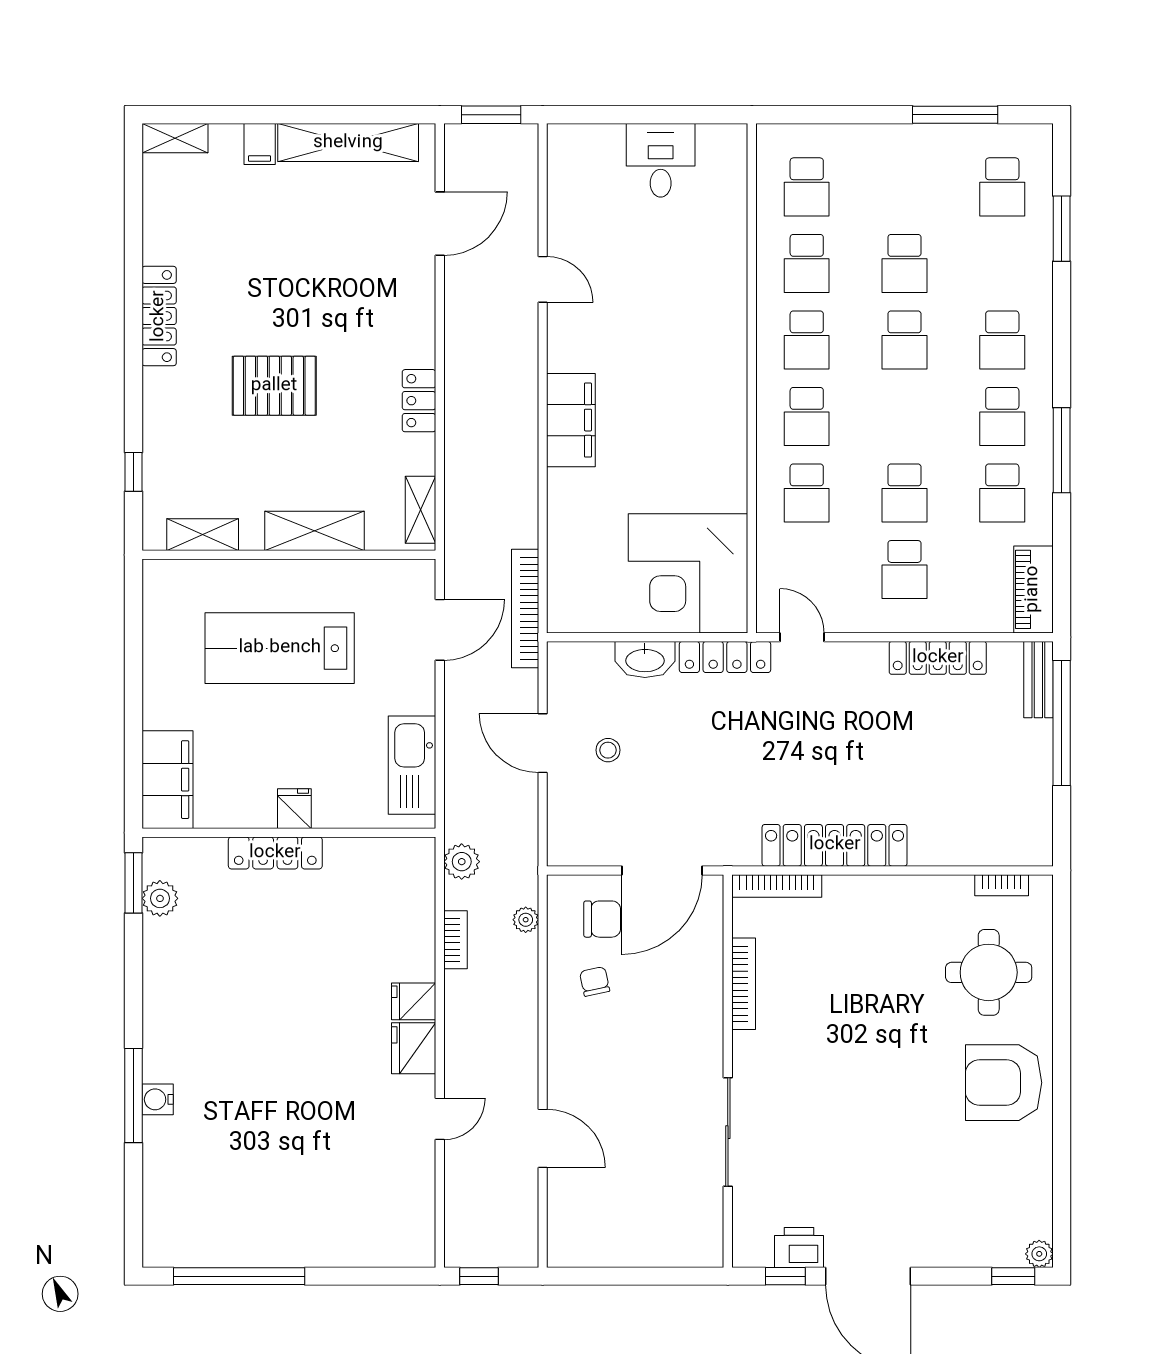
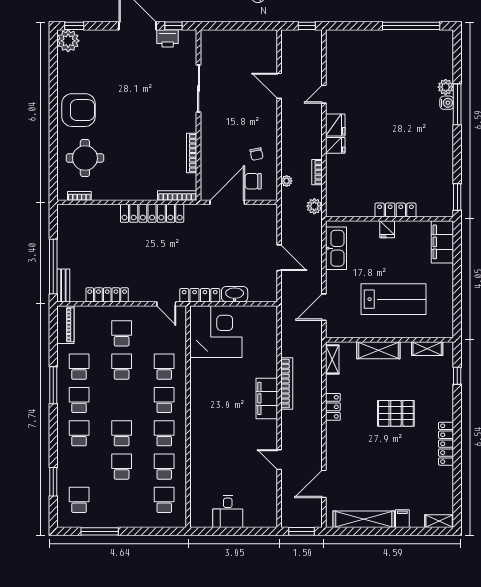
bookcase: (525, 608) -> (287, 384), moved
stool: (608, 750) -> (251, 255), removed
plant: (160, 898) -> (446, 87), moved
plant: (1039, 1254) -> (68, 41), width x1.88, depth x1.88

